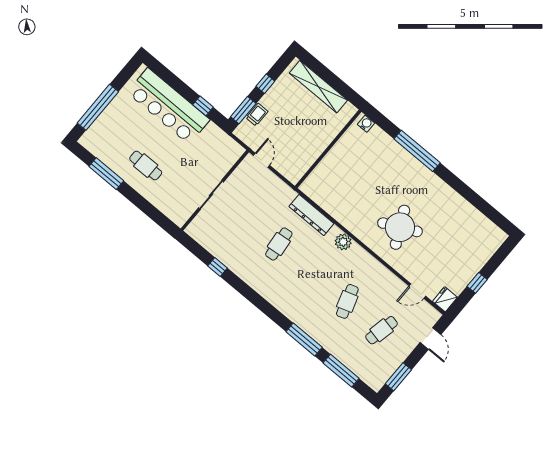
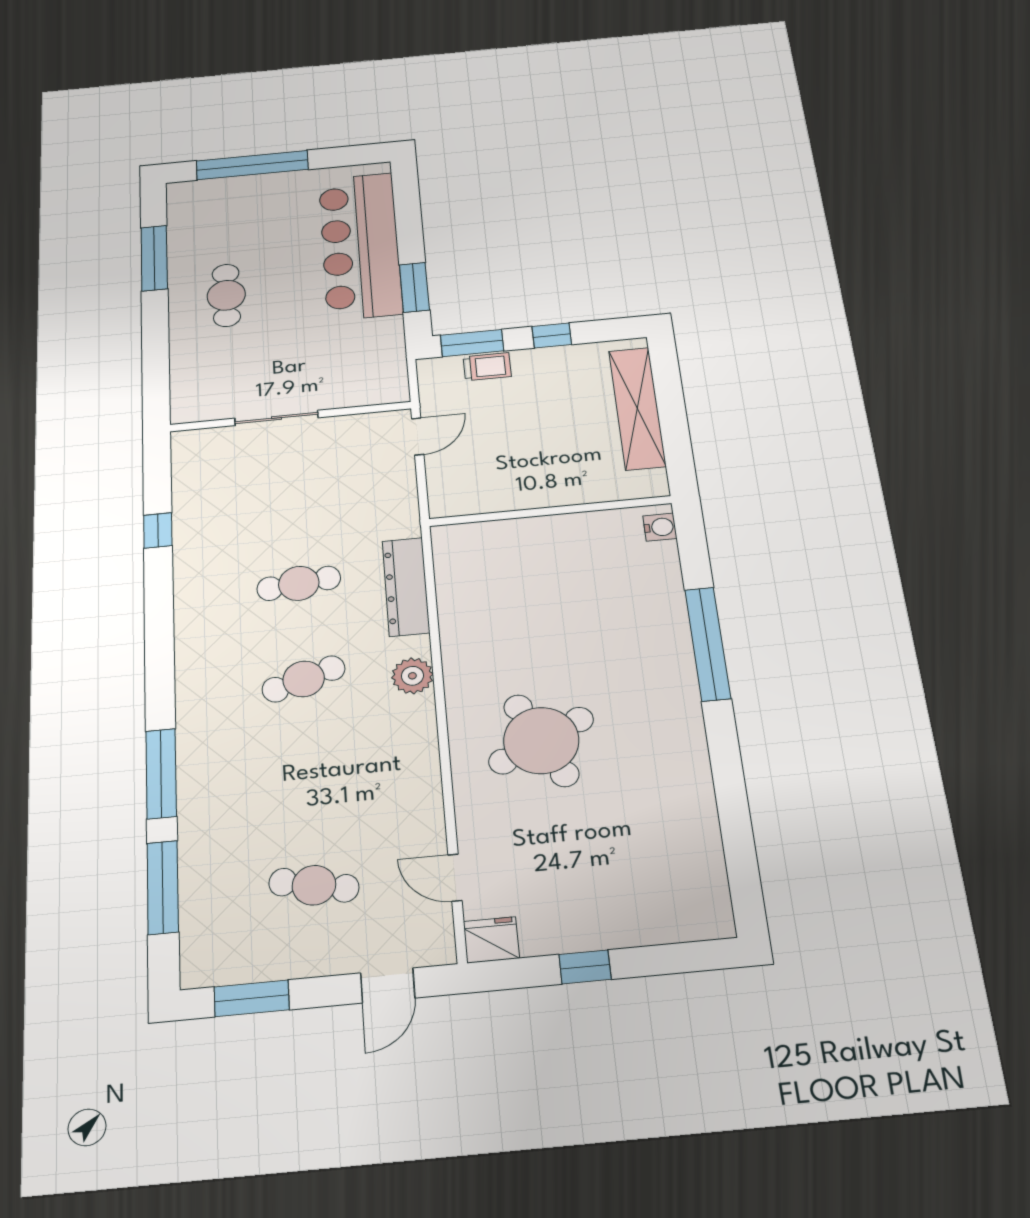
window: (203, 106) -> (414, 287), width x1.50
cafe table: (347, 301) -> (304, 679), moved

